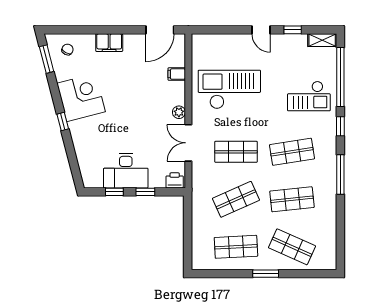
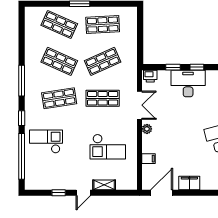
door: (261, 30) -> (83, 193), swing flipped
shelving: (322, 40) -> (104, 185), moved
filing cabinet: (109, 43) -> (189, 183), moved
checkout: (229, 89) -> (108, 147), width x0.73, depth x0.83
shop shelf: (292, 199) -> (59, 61), turned 30

